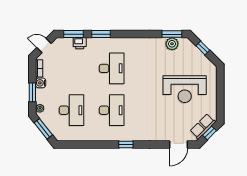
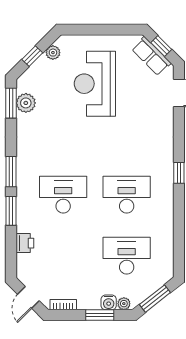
window: (73, 34) -> (11, 172), moved
plant: (205, 62) -> (53, 53), added
water cooler: (41, 83) -> (109, 302), moved
reception desk: (185, 89) -> (95, 84), turned 180

